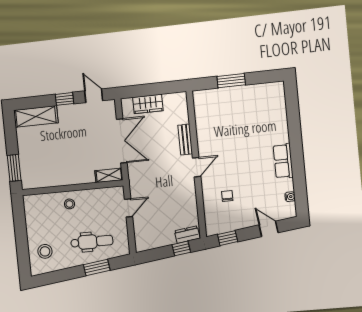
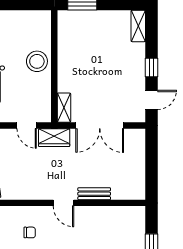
wardrobe: (148, 104) -> (54, 138), moved, turned -90
shelving: (36, 116) -> (138, 26), width x0.67, depth x0.75
stool: (69, 204) -> (37, 61), width x1.89, depth x1.89

